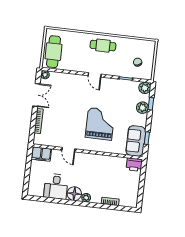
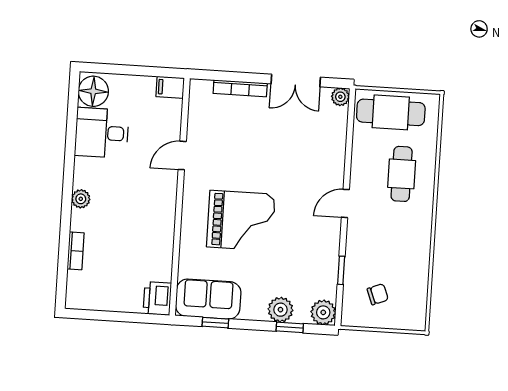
cafe table: (103, 46) -> (402, 174), moved
filing cabinet: (41, 154) -> (170, 87), width x0.50
floor lamp: (74, 194) -> (93, 91), moved

